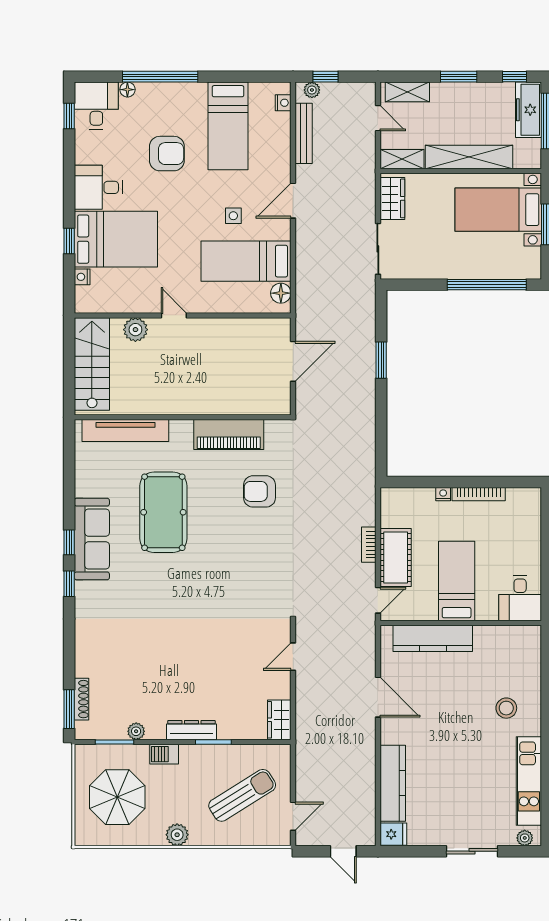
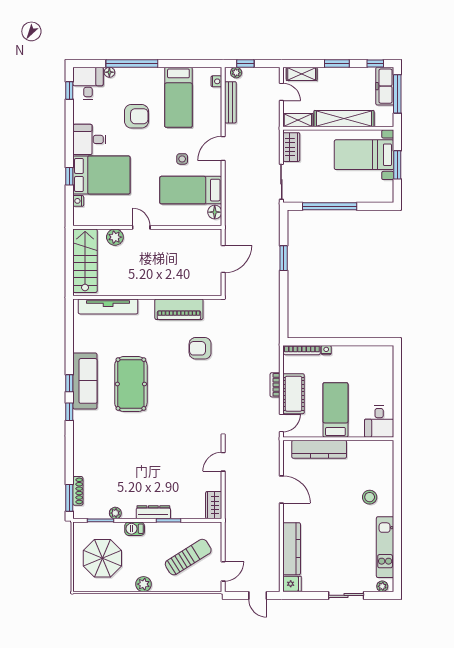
window: (487, 285) -> (330, 206), moved
bookcase: (479, 494) -> (302, 350), moved
pool table: (163, 512) -> (131, 384), moved

